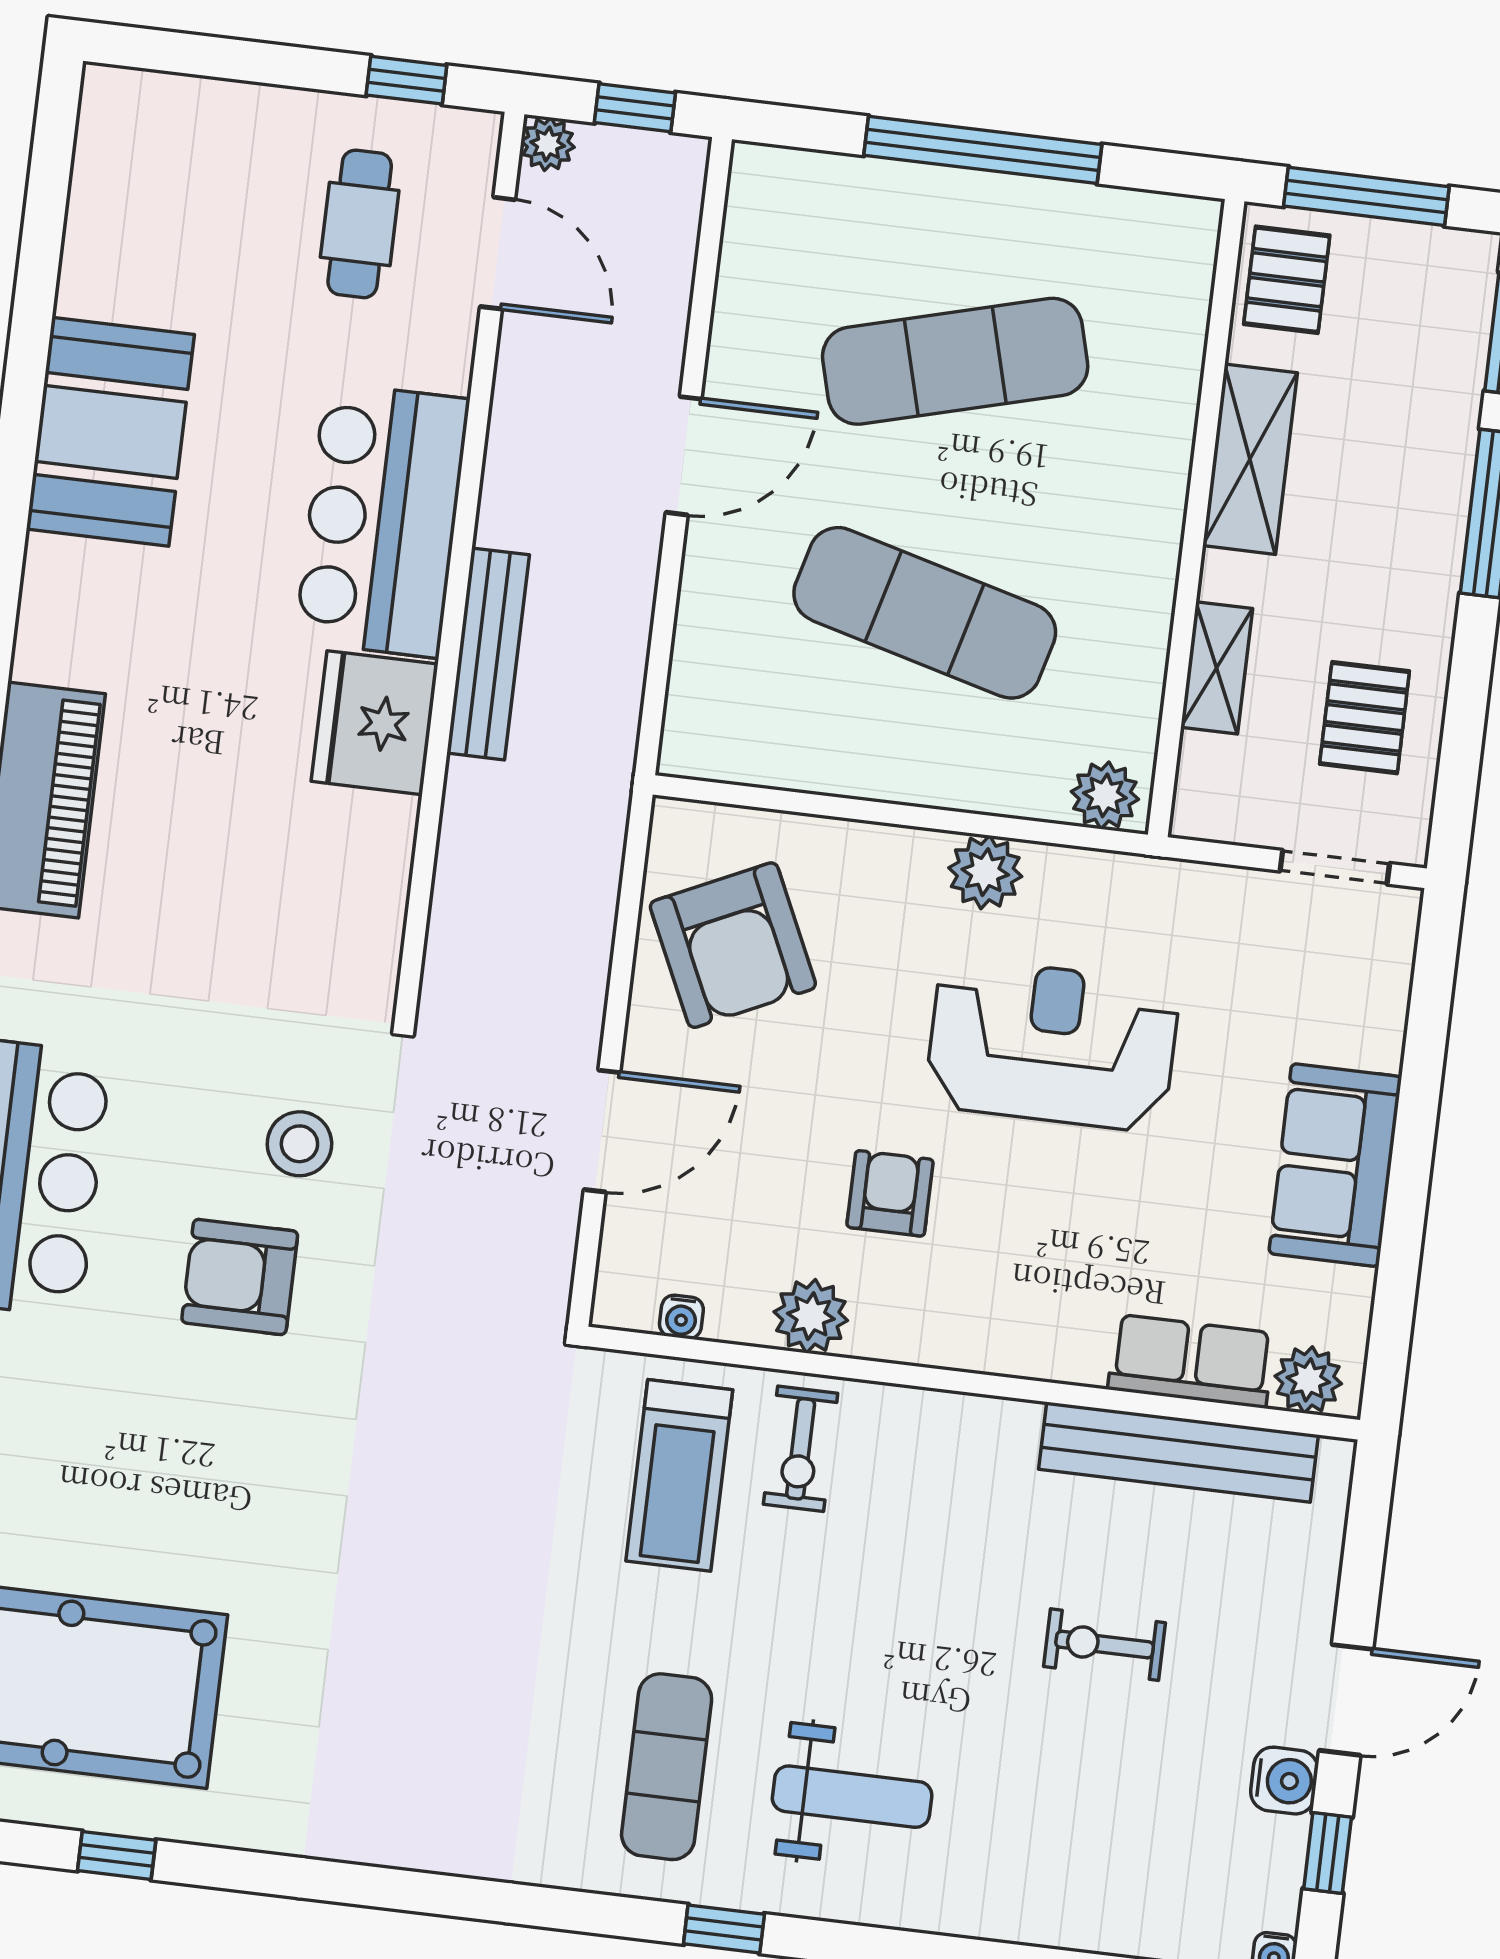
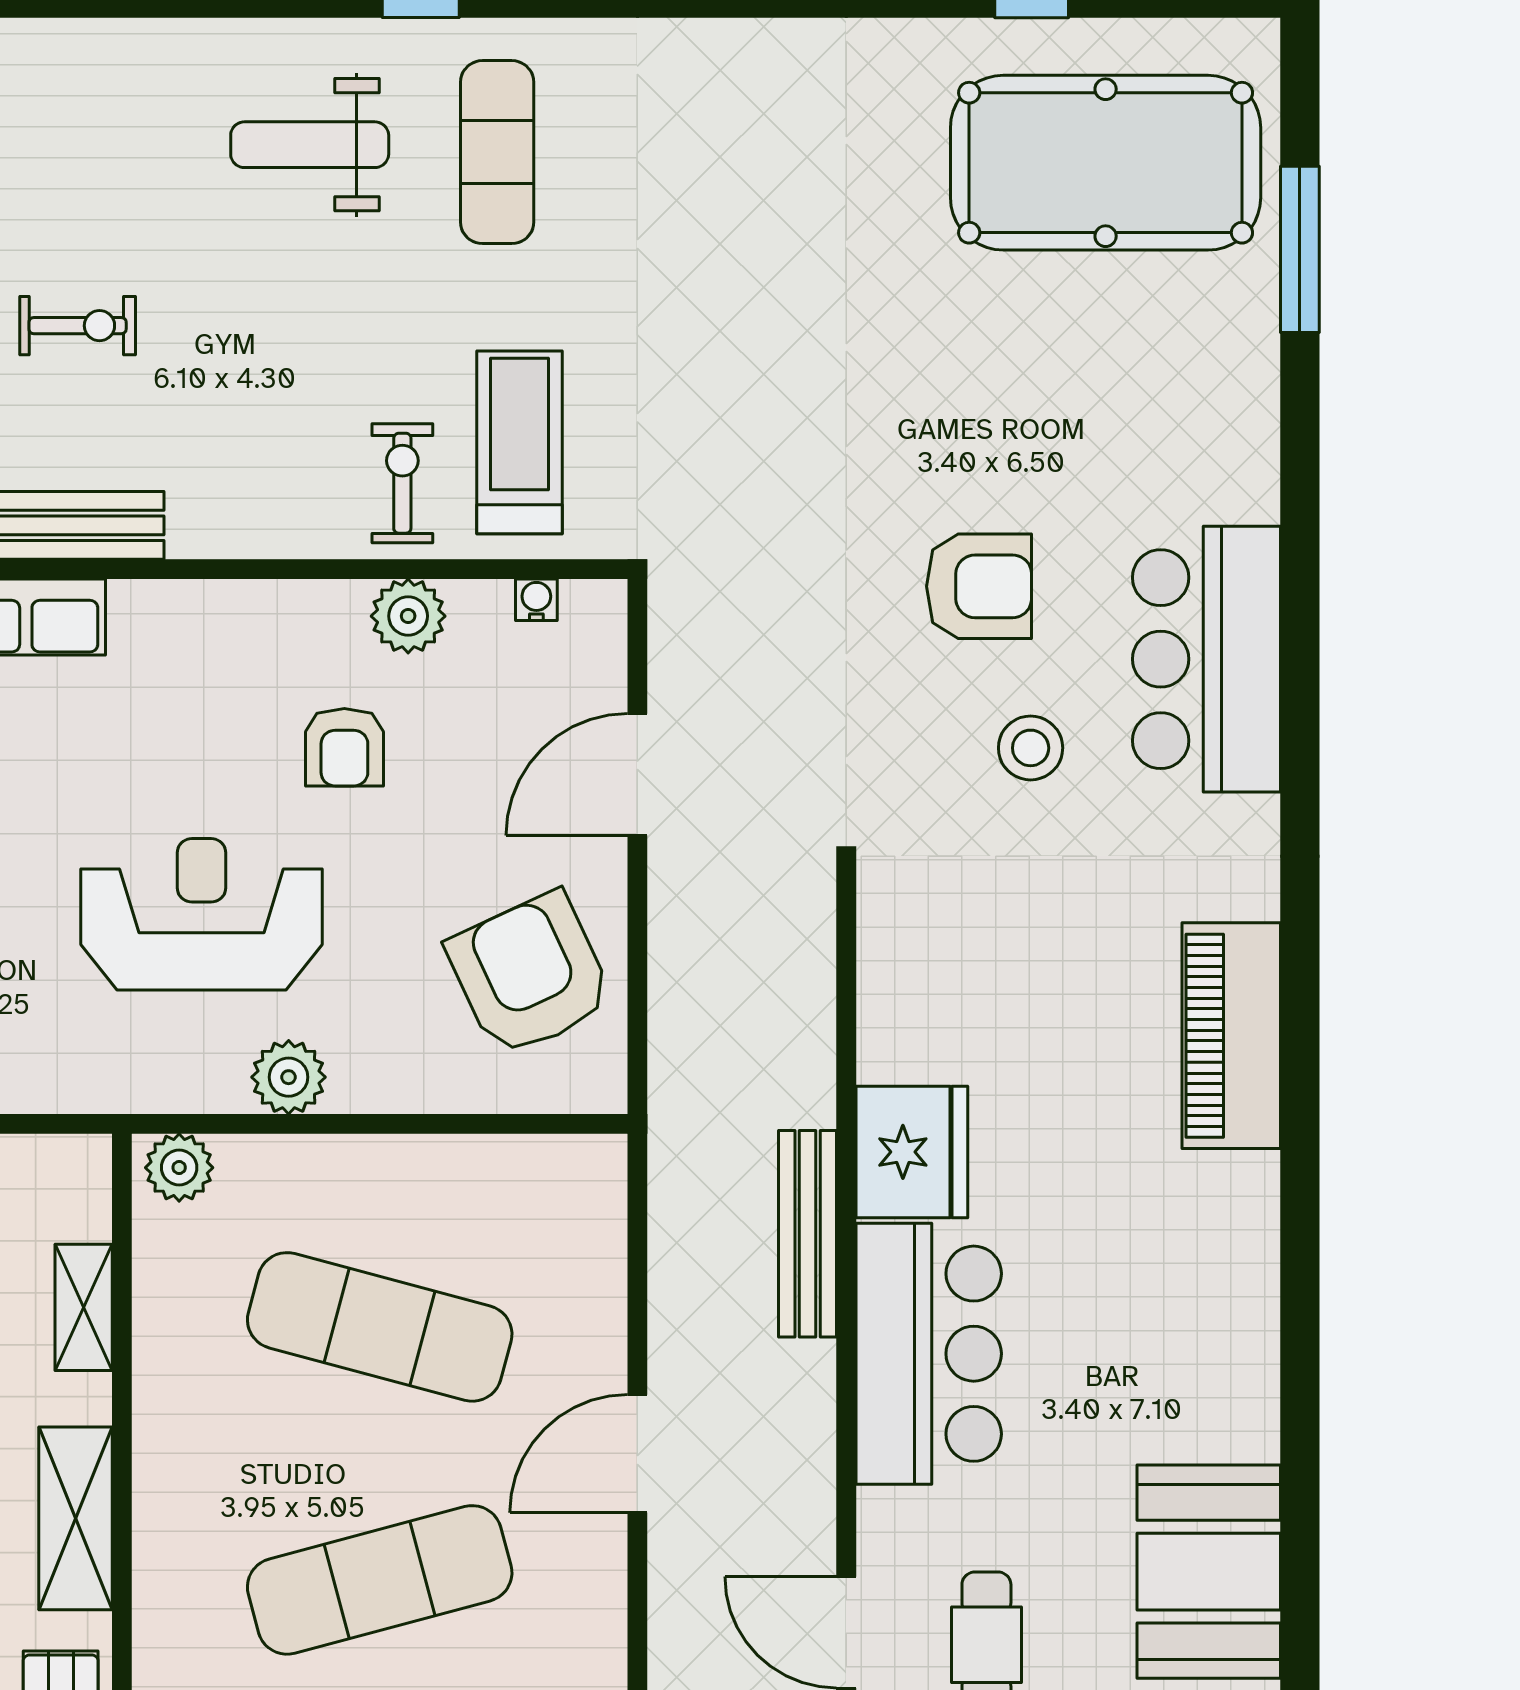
booth: (110, 432) -> (1209, 1572), moved
reception desk: (1052, 1044) -> (201, 914), turned 180
stool: (299, 1144) -> (1031, 748), moved

